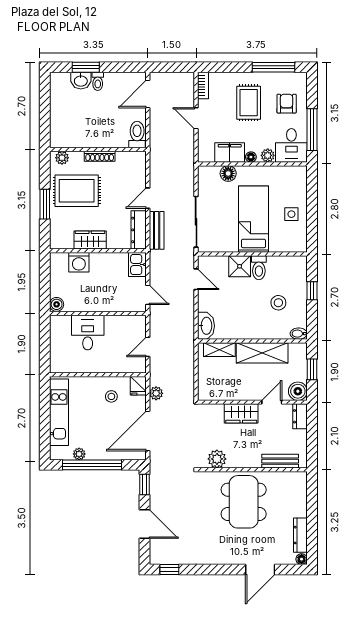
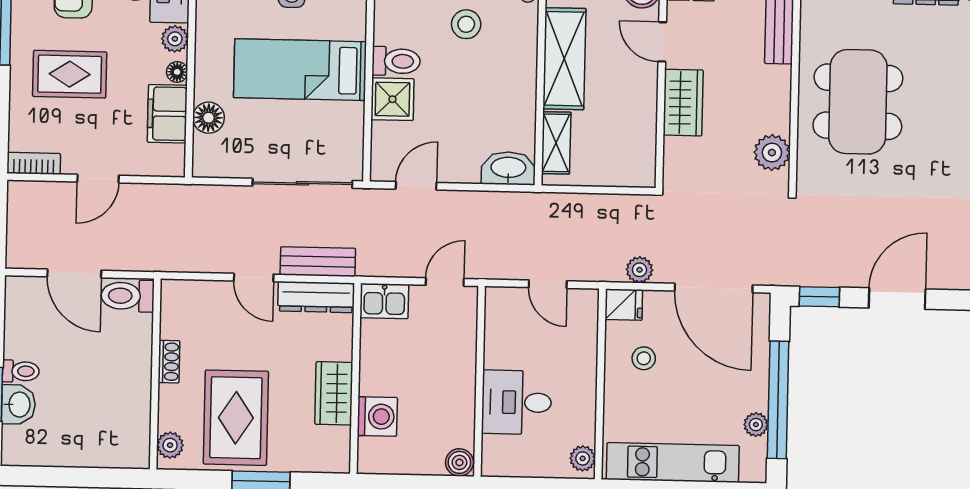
door: (148, 94) -> (74, 273), moved
shoe rack: (100, 156) -> (169, 362), width x0.70
plant: (60, 367) -> (583, 458), added
dining table: (244, 502) -> (858, 102), turned 90

